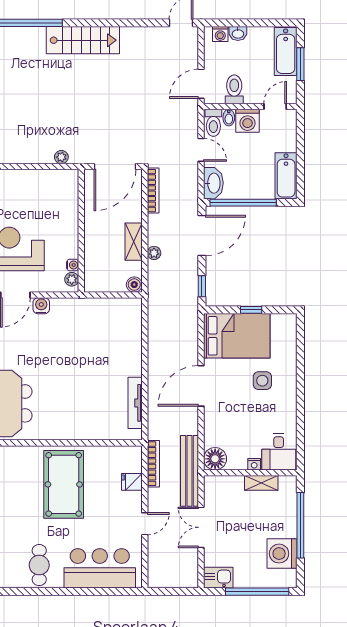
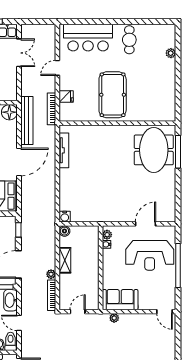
door: (115, 166) -> (78, 312), width x0.53
sofa: (53, 184) -> (120, 300), added
plant: (154, 253) -> (51, 274), moved
water cooler: (41, 306) -> (65, 217), moved
bench: (190, 471) -> (27, 120), moved
double door: (201, 527) -> (19, 53), moved

